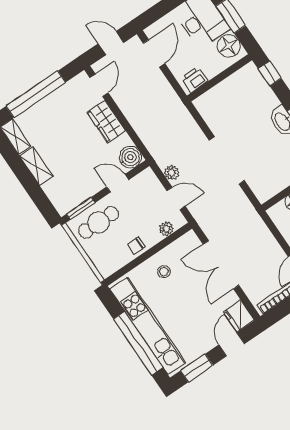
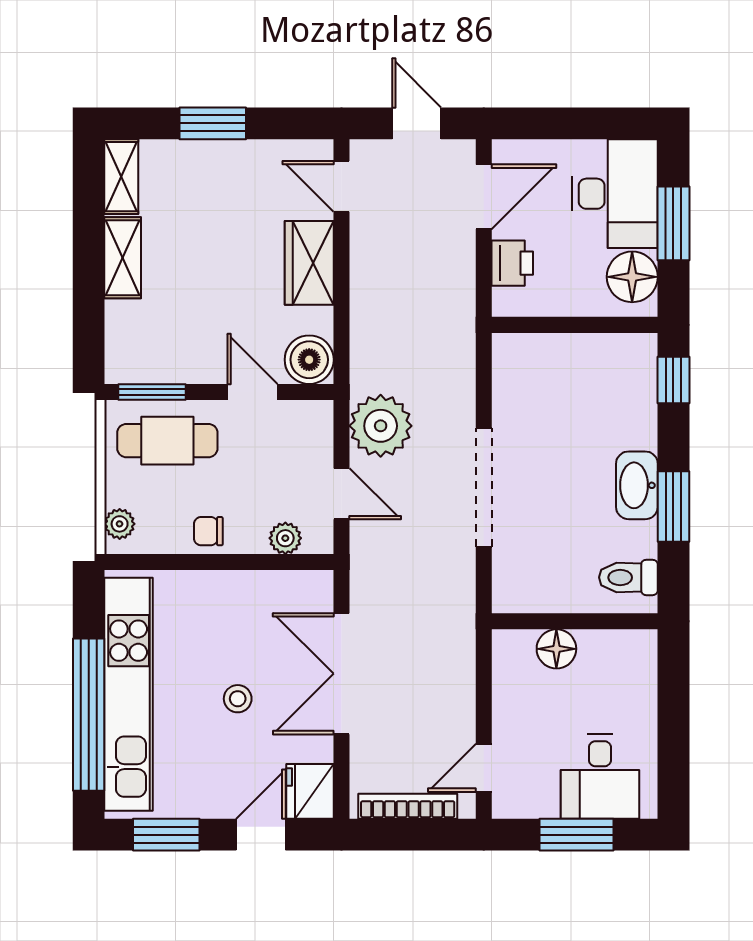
printer: (194, 80) -> (512, 263), moved, turned 90
door: (99, 85) -> (342, 186), swing flipped
window: (36, 94) -> (213, 123), width x0.47
plant: (172, 173) -> (381, 426), width x1.88, depth x1.88
plant: (102, 265) -> (120, 524), added
stool: (164, 272) -> (238, 699), moved

